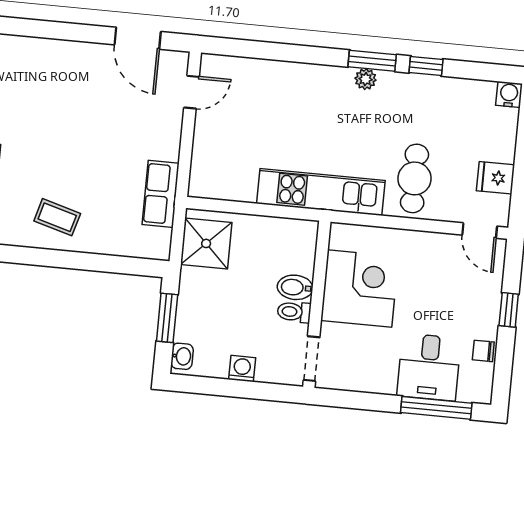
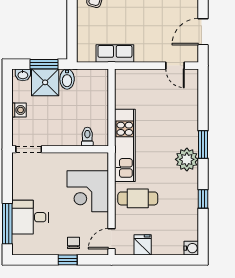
window: (372, 61) -> (203, 144), moved
plant: (366, 79) -> (187, 159), width x1.87, depth x1.87
shower: (206, 243) -> (45, 82), moved
bidet: (295, 287) -> (67, 79), moved, turned 180
corner desk: (360, 289) -> (88, 191), moved, turned 90
toilet: (294, 312) -> (87, 137), moved
chair: (483, 351) -> (74, 243), moved

